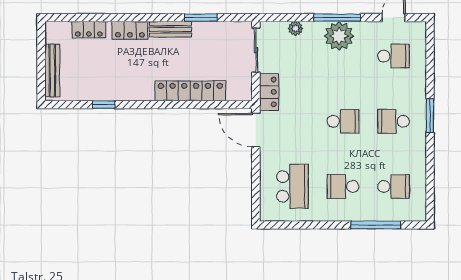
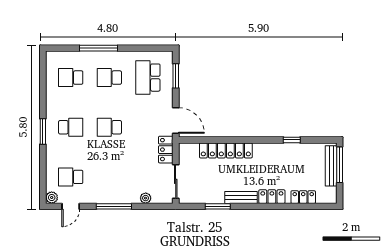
plant: (339, 36) -> (52, 198), moved, width x0.53, depth x0.53
window: (41, 72) -> (340, 165), added
school desk: (343, 186) -> (109, 78), turned 180
window: (256, 189) -> (176, 76), added
window: (376, 225) -> (99, 48), moved

